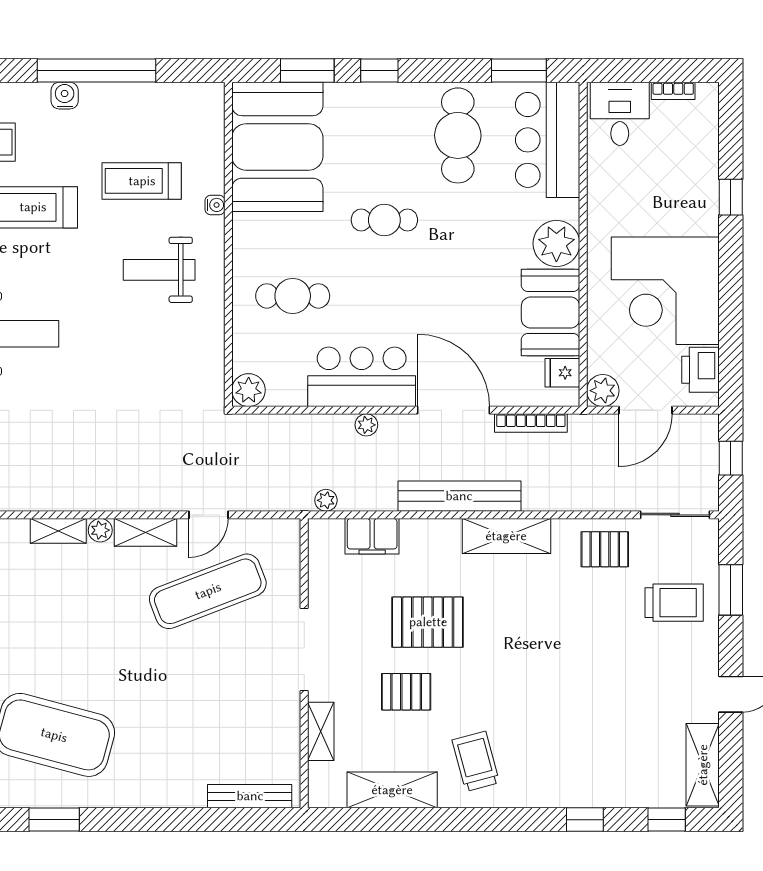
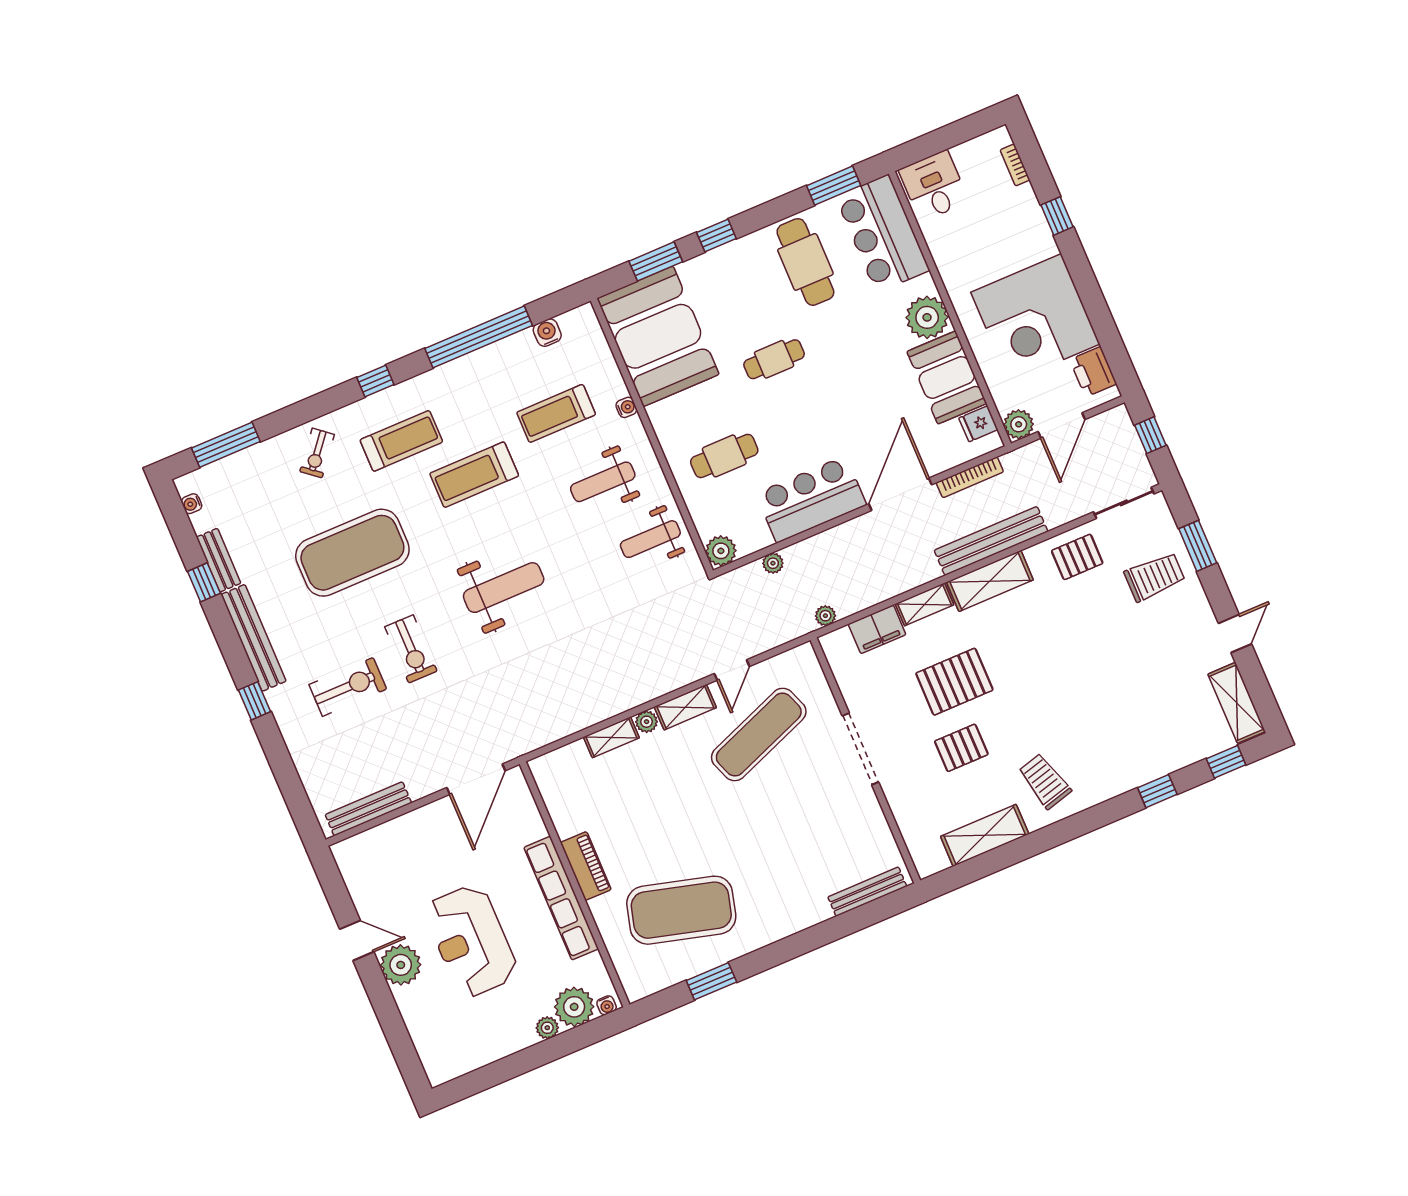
bookcase: (673, 91) -> (1015, 165), moved, turned 90
water cooler: (65, 96) -> (547, 333), moved
weight bench: (183, 348) -> (650, 539), added
door: (454, 410) -> (900, 494), hinge flipped
plant: (366, 425) -> (773, 563), moved
bench: (459, 496) -> (991, 541), moved
shelving: (321, 731) -> (925, 604), moved, turned 90

